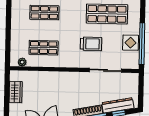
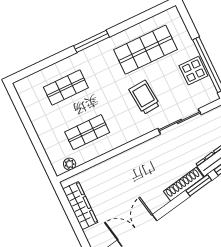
trolley: (91, 44) -> (144, 97), turned -95
wardrobe: (16, 92) -> (80, 206), width x1.50

